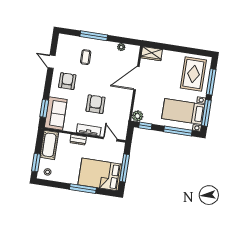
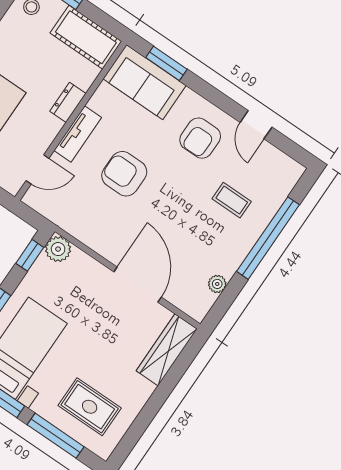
window: (94, 36) -> (268, 238), width x1.46
wardrobe: (152, 54) -> (167, 350), width x1.50
door: (52, 62) -> (256, 125), swing flipped
rug: (193, 74) -> (90, 407), width x0.73, depth x0.70
armchair: (67, 81) -> (200, 138), turned 90
armchair: (96, 104) -> (124, 174), turned 180

